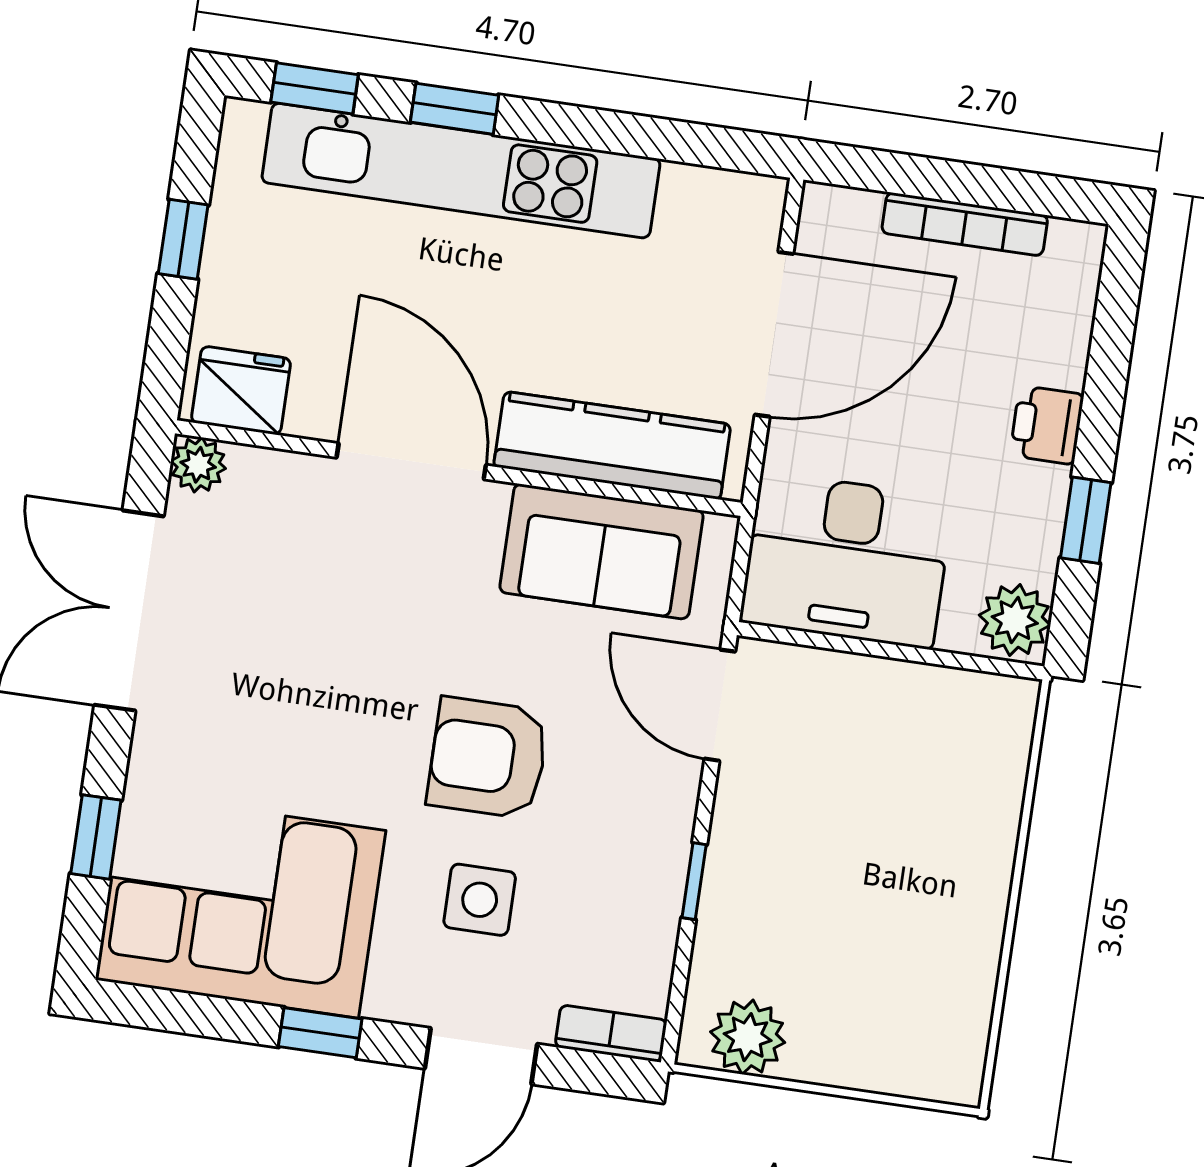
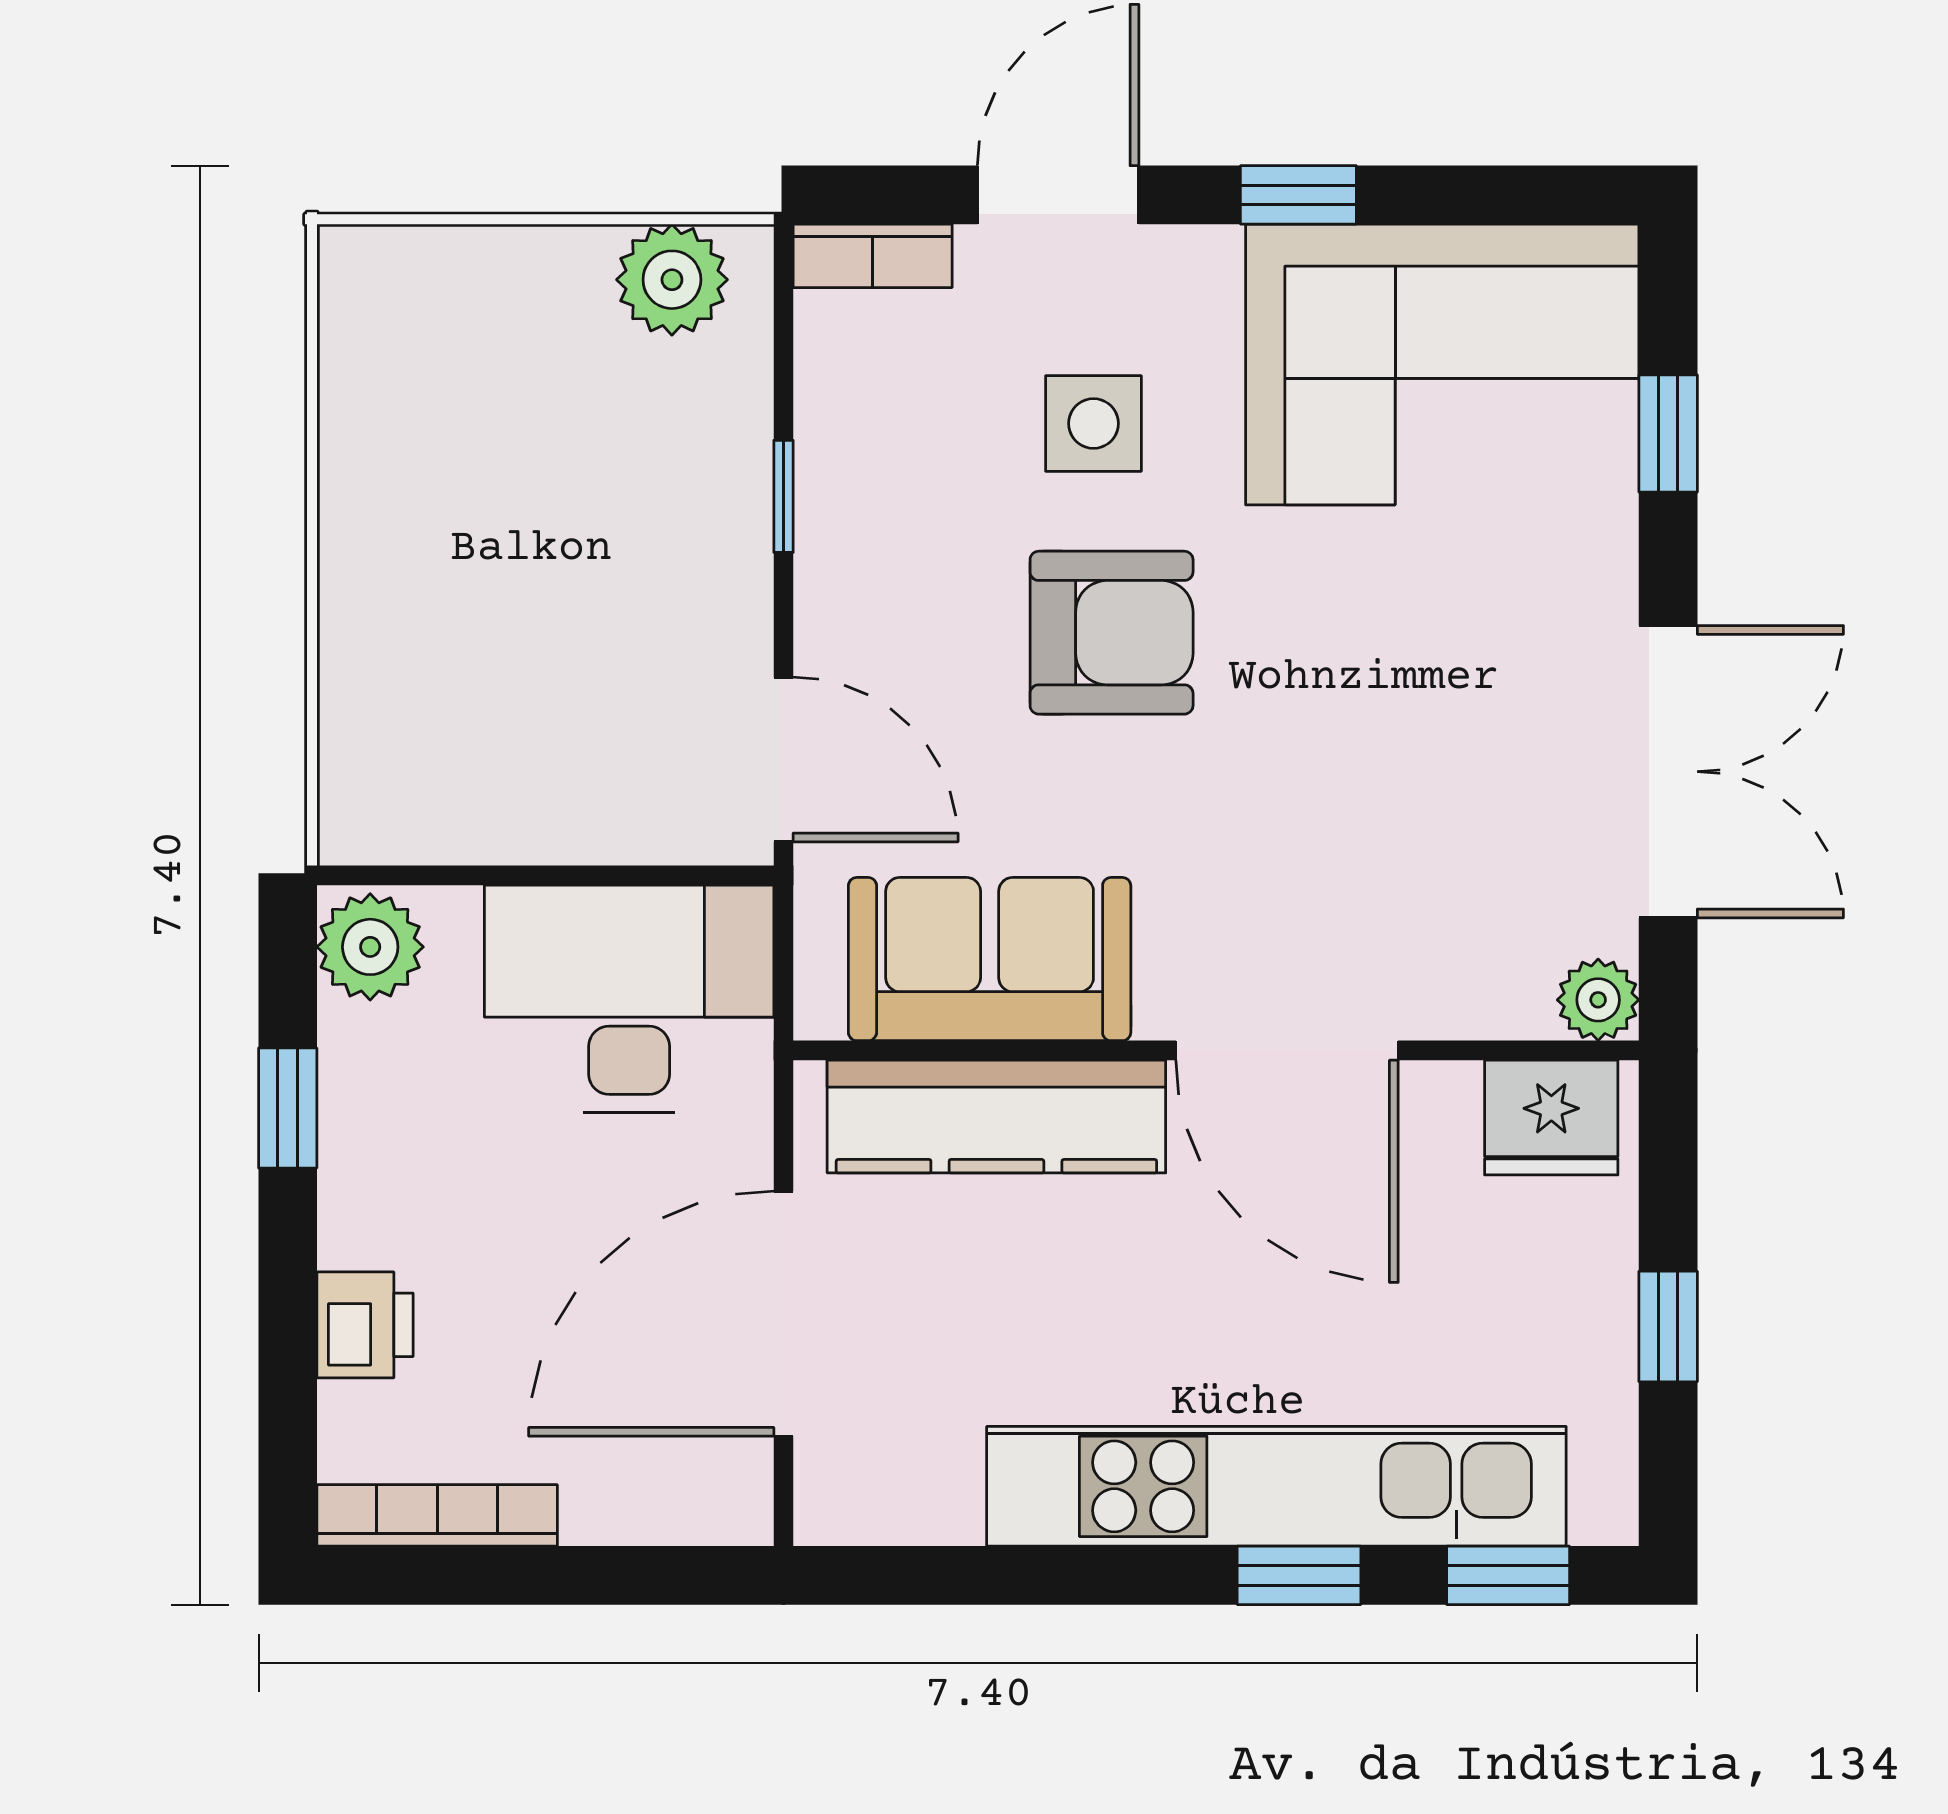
bookcase: (965, 224) -> (437, 1515), moved
printer: (1047, 425) -> (365, 1325), moved

